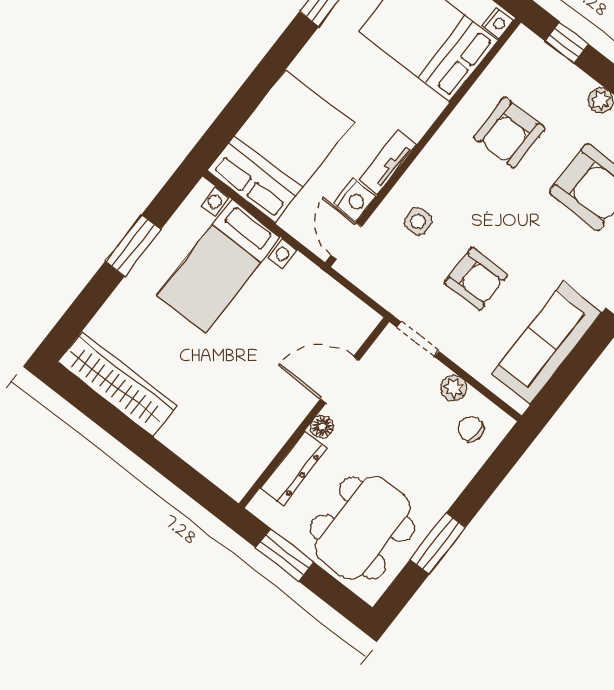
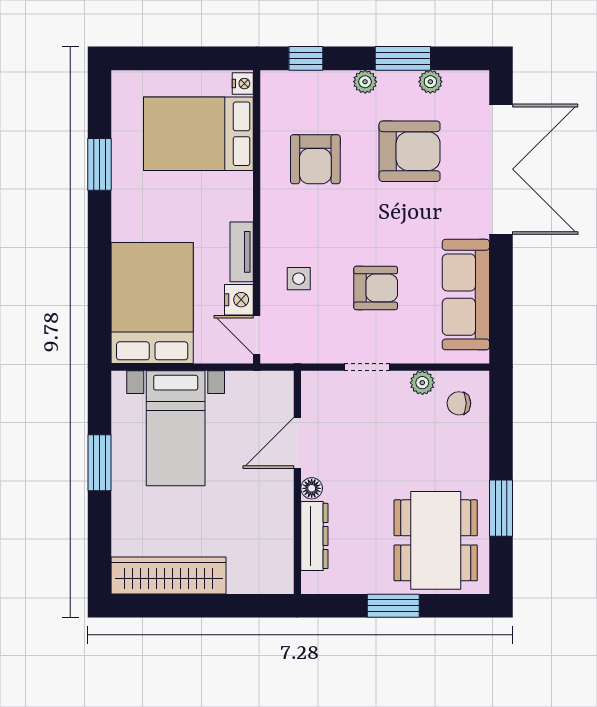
door: (340, 380) -> (297, 443), moved
wall: (314, 413) -> (297, 482), moved
floor lamp: (322, 427) -> (312, 488), moved
dresser: (294, 468) -> (314, 536), moved

